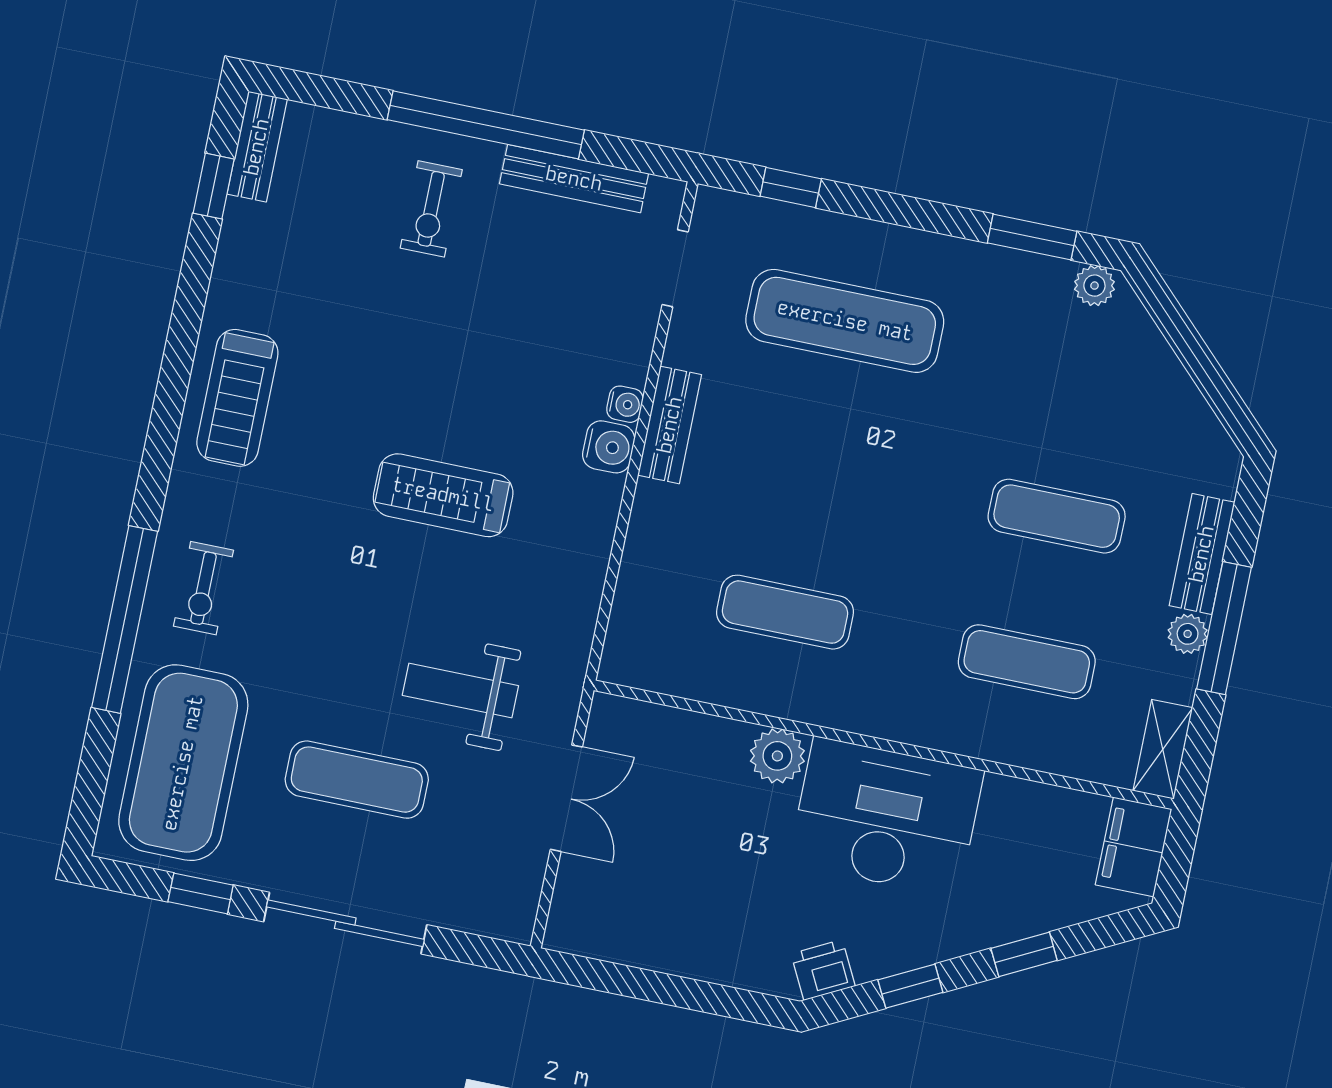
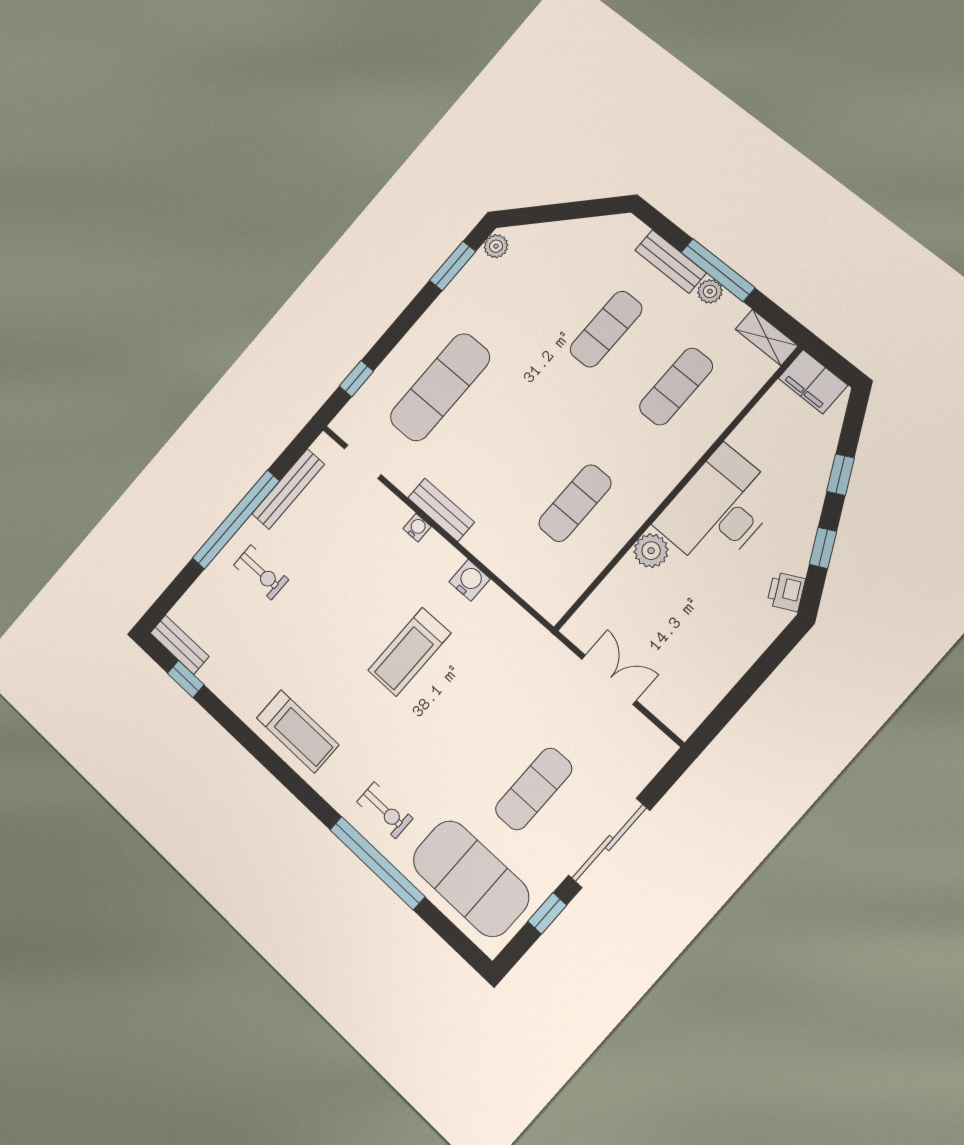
water cooler: (609, 447) -> (470, 580), moved
weight bench: (460, 691) -> (518, 704), removed

